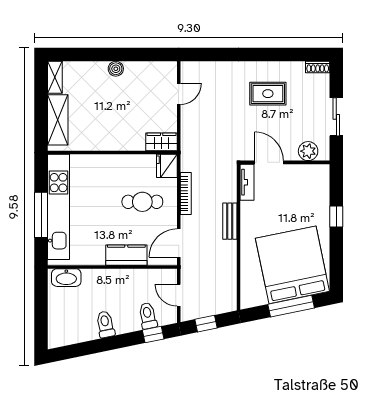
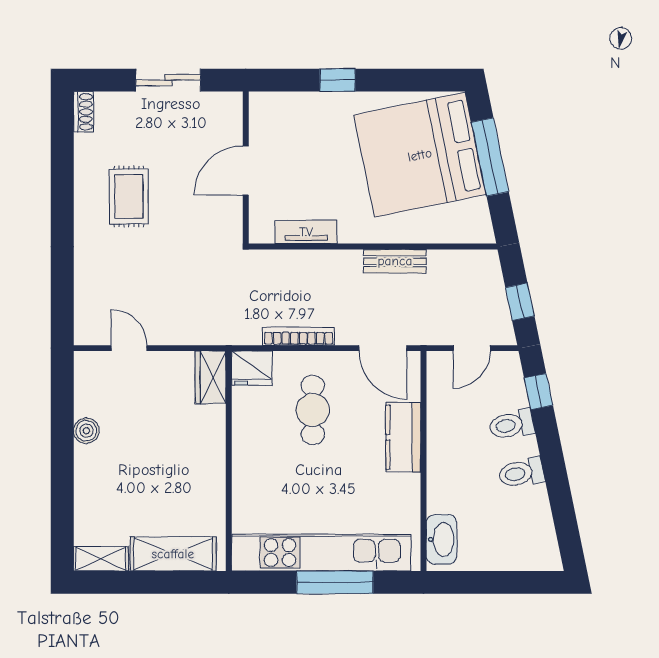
boiler: (116, 69) -> (86, 431), moved
plant: (308, 151) -> (226, 128), removed
door: (269, 162) -> (246, 171), moved
tv unit: (247, 182) -> (306, 232), moved
bench: (230, 221) -> (395, 261), moved
toilet: (148, 316) -> (512, 425), moved

